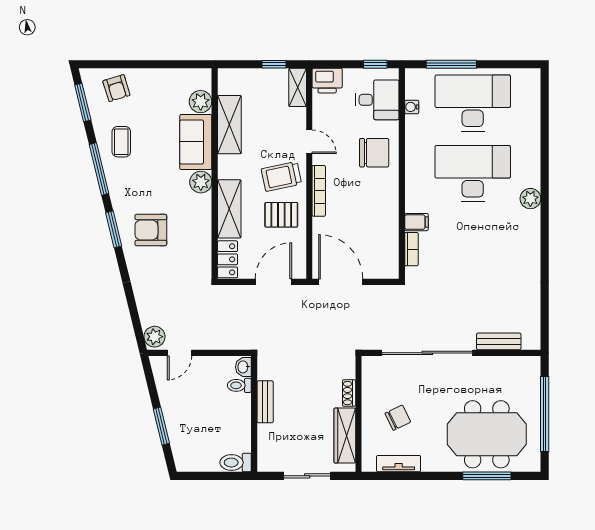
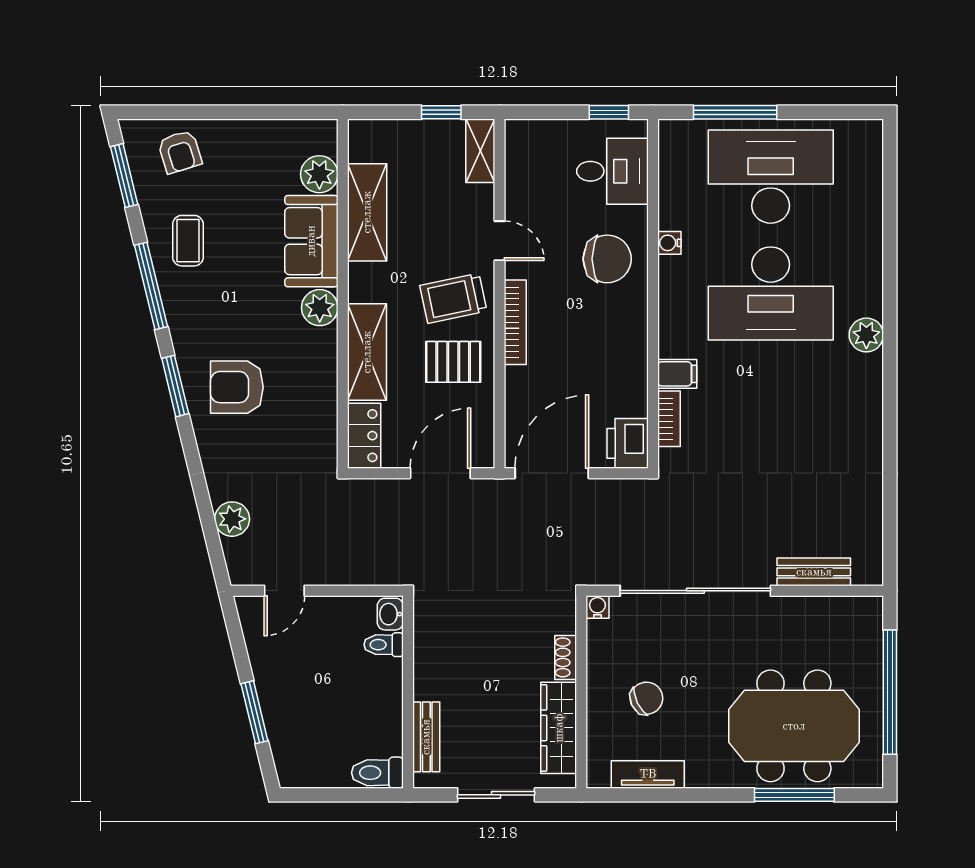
printer: (327, 81) -> (628, 443), moved, turned 90
water cooler: (412, 107) -> (669, 243), moved
desk: (473, 174) -> (771, 294), turned 180
door: (341, 282) -> (552, 473), hinge flipped
plant: (154, 337) -> (232, 519), moved
water cooler: (368, 363) -> (597, 607), added
bench: (265, 402) -> (426, 737), moved

